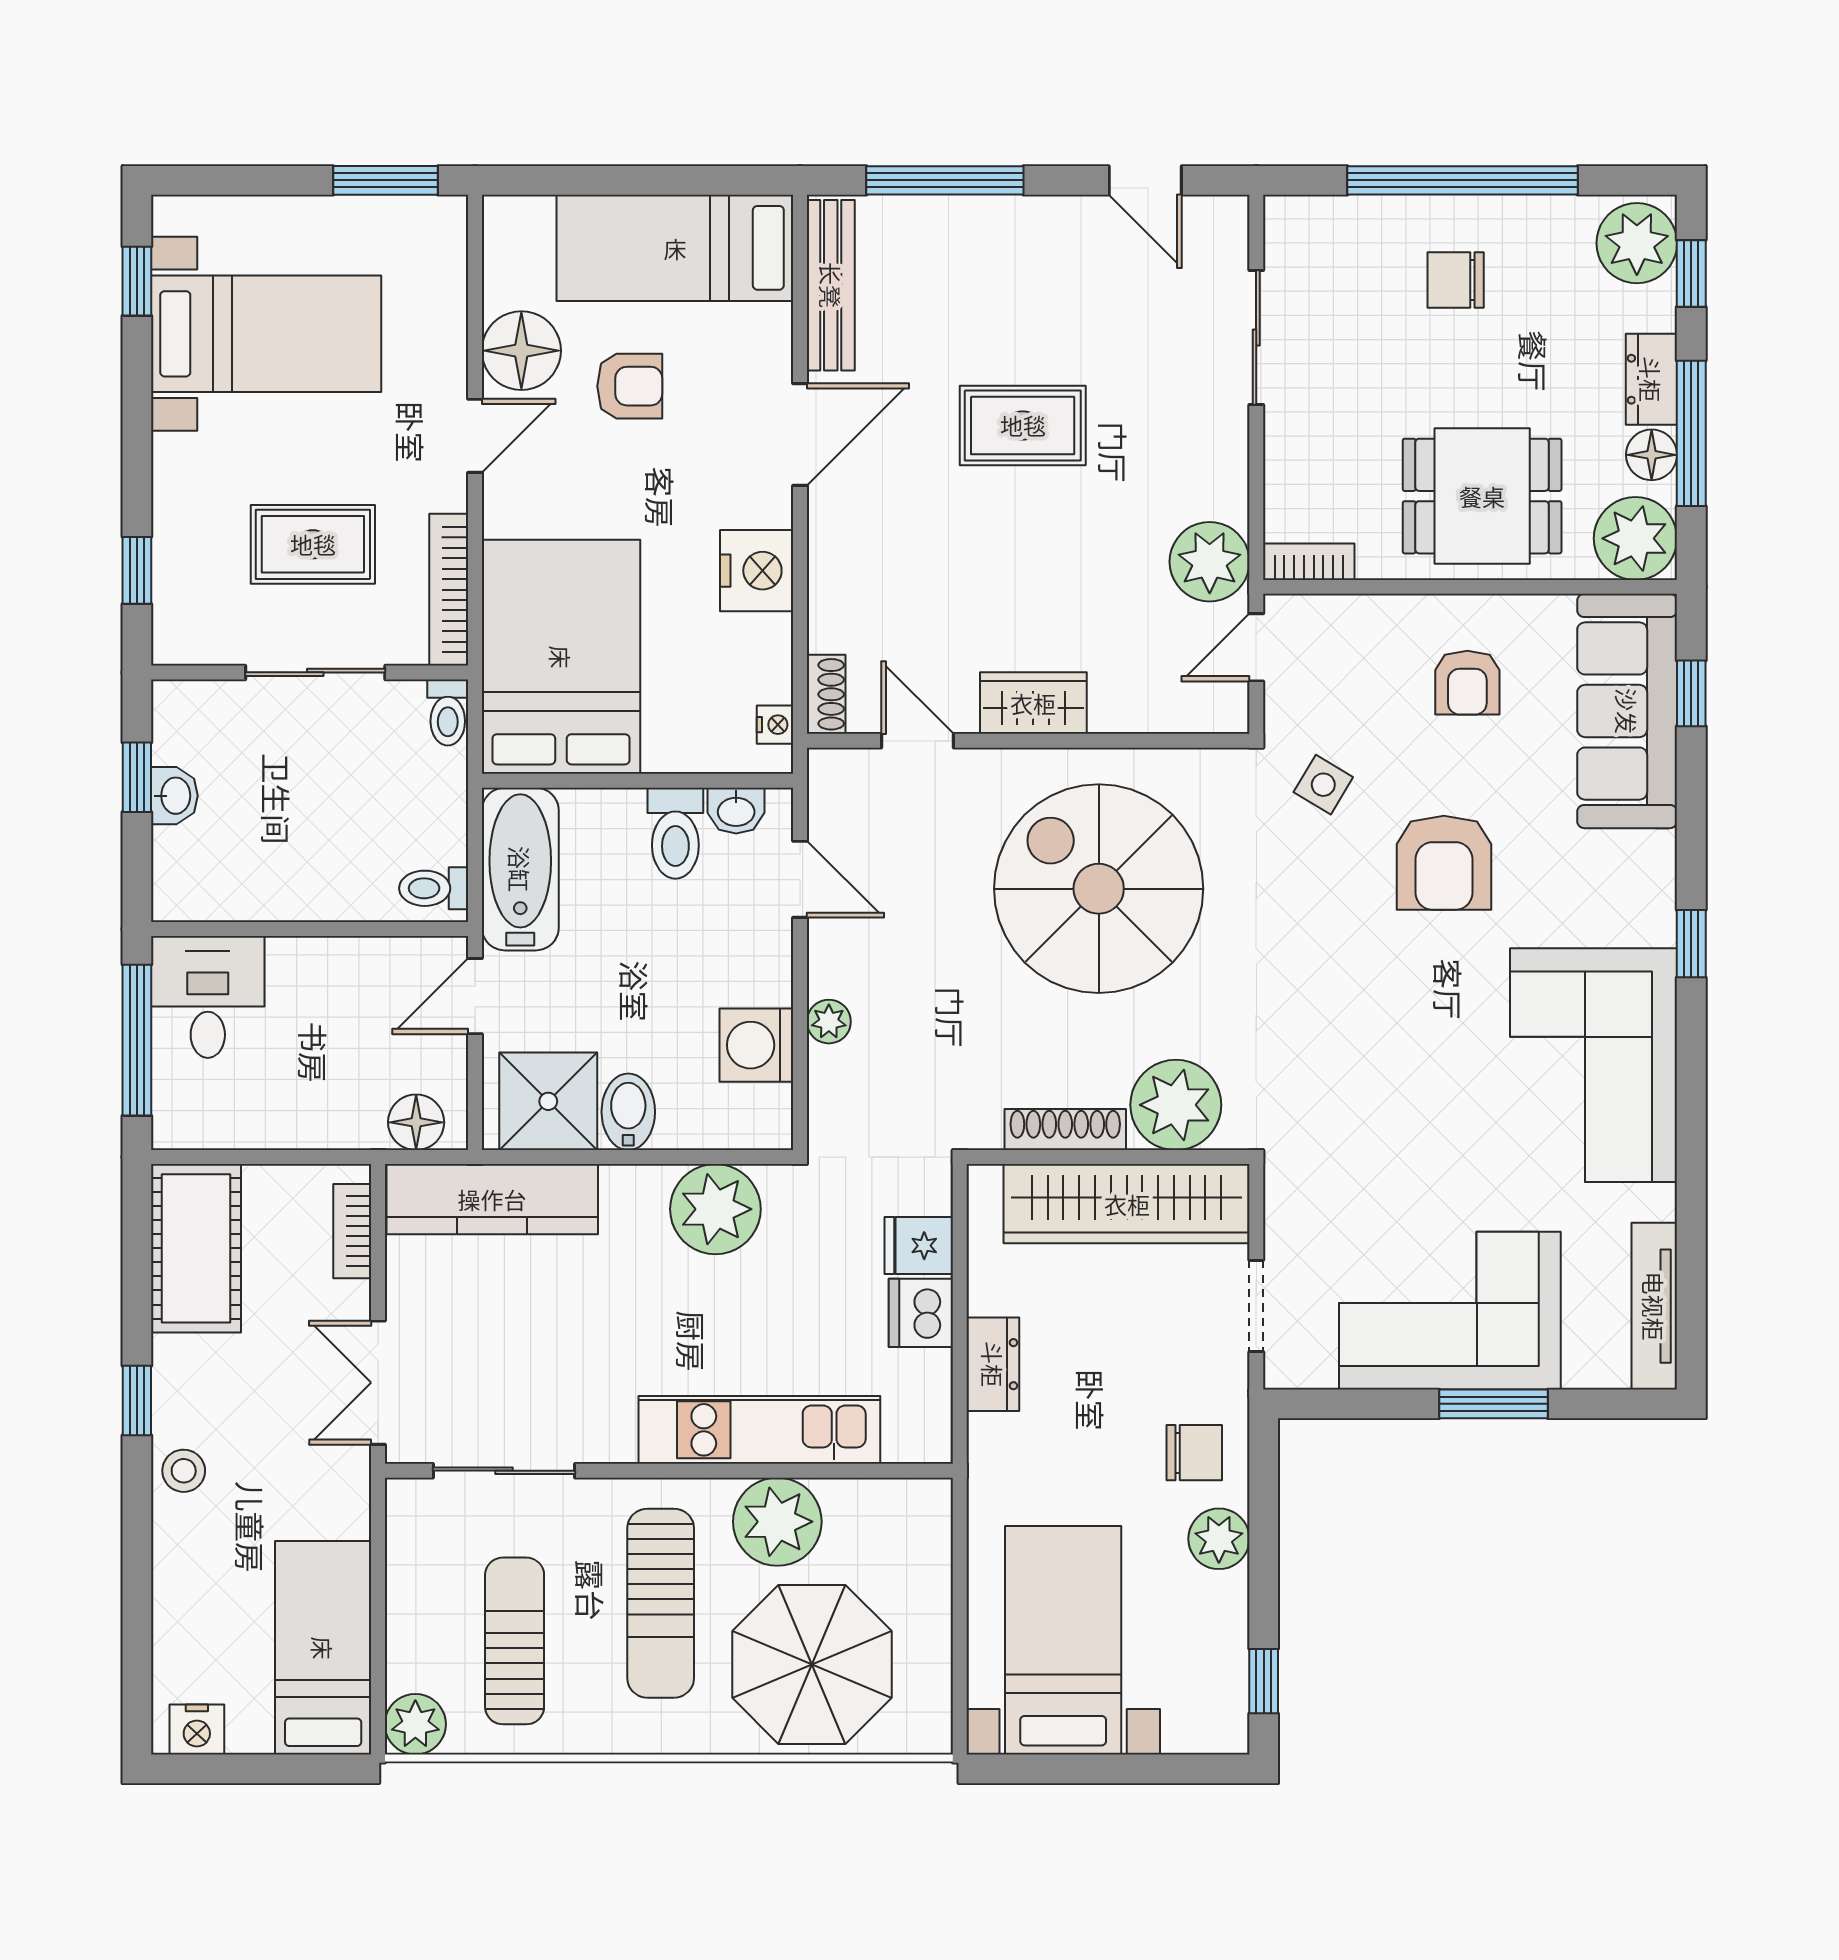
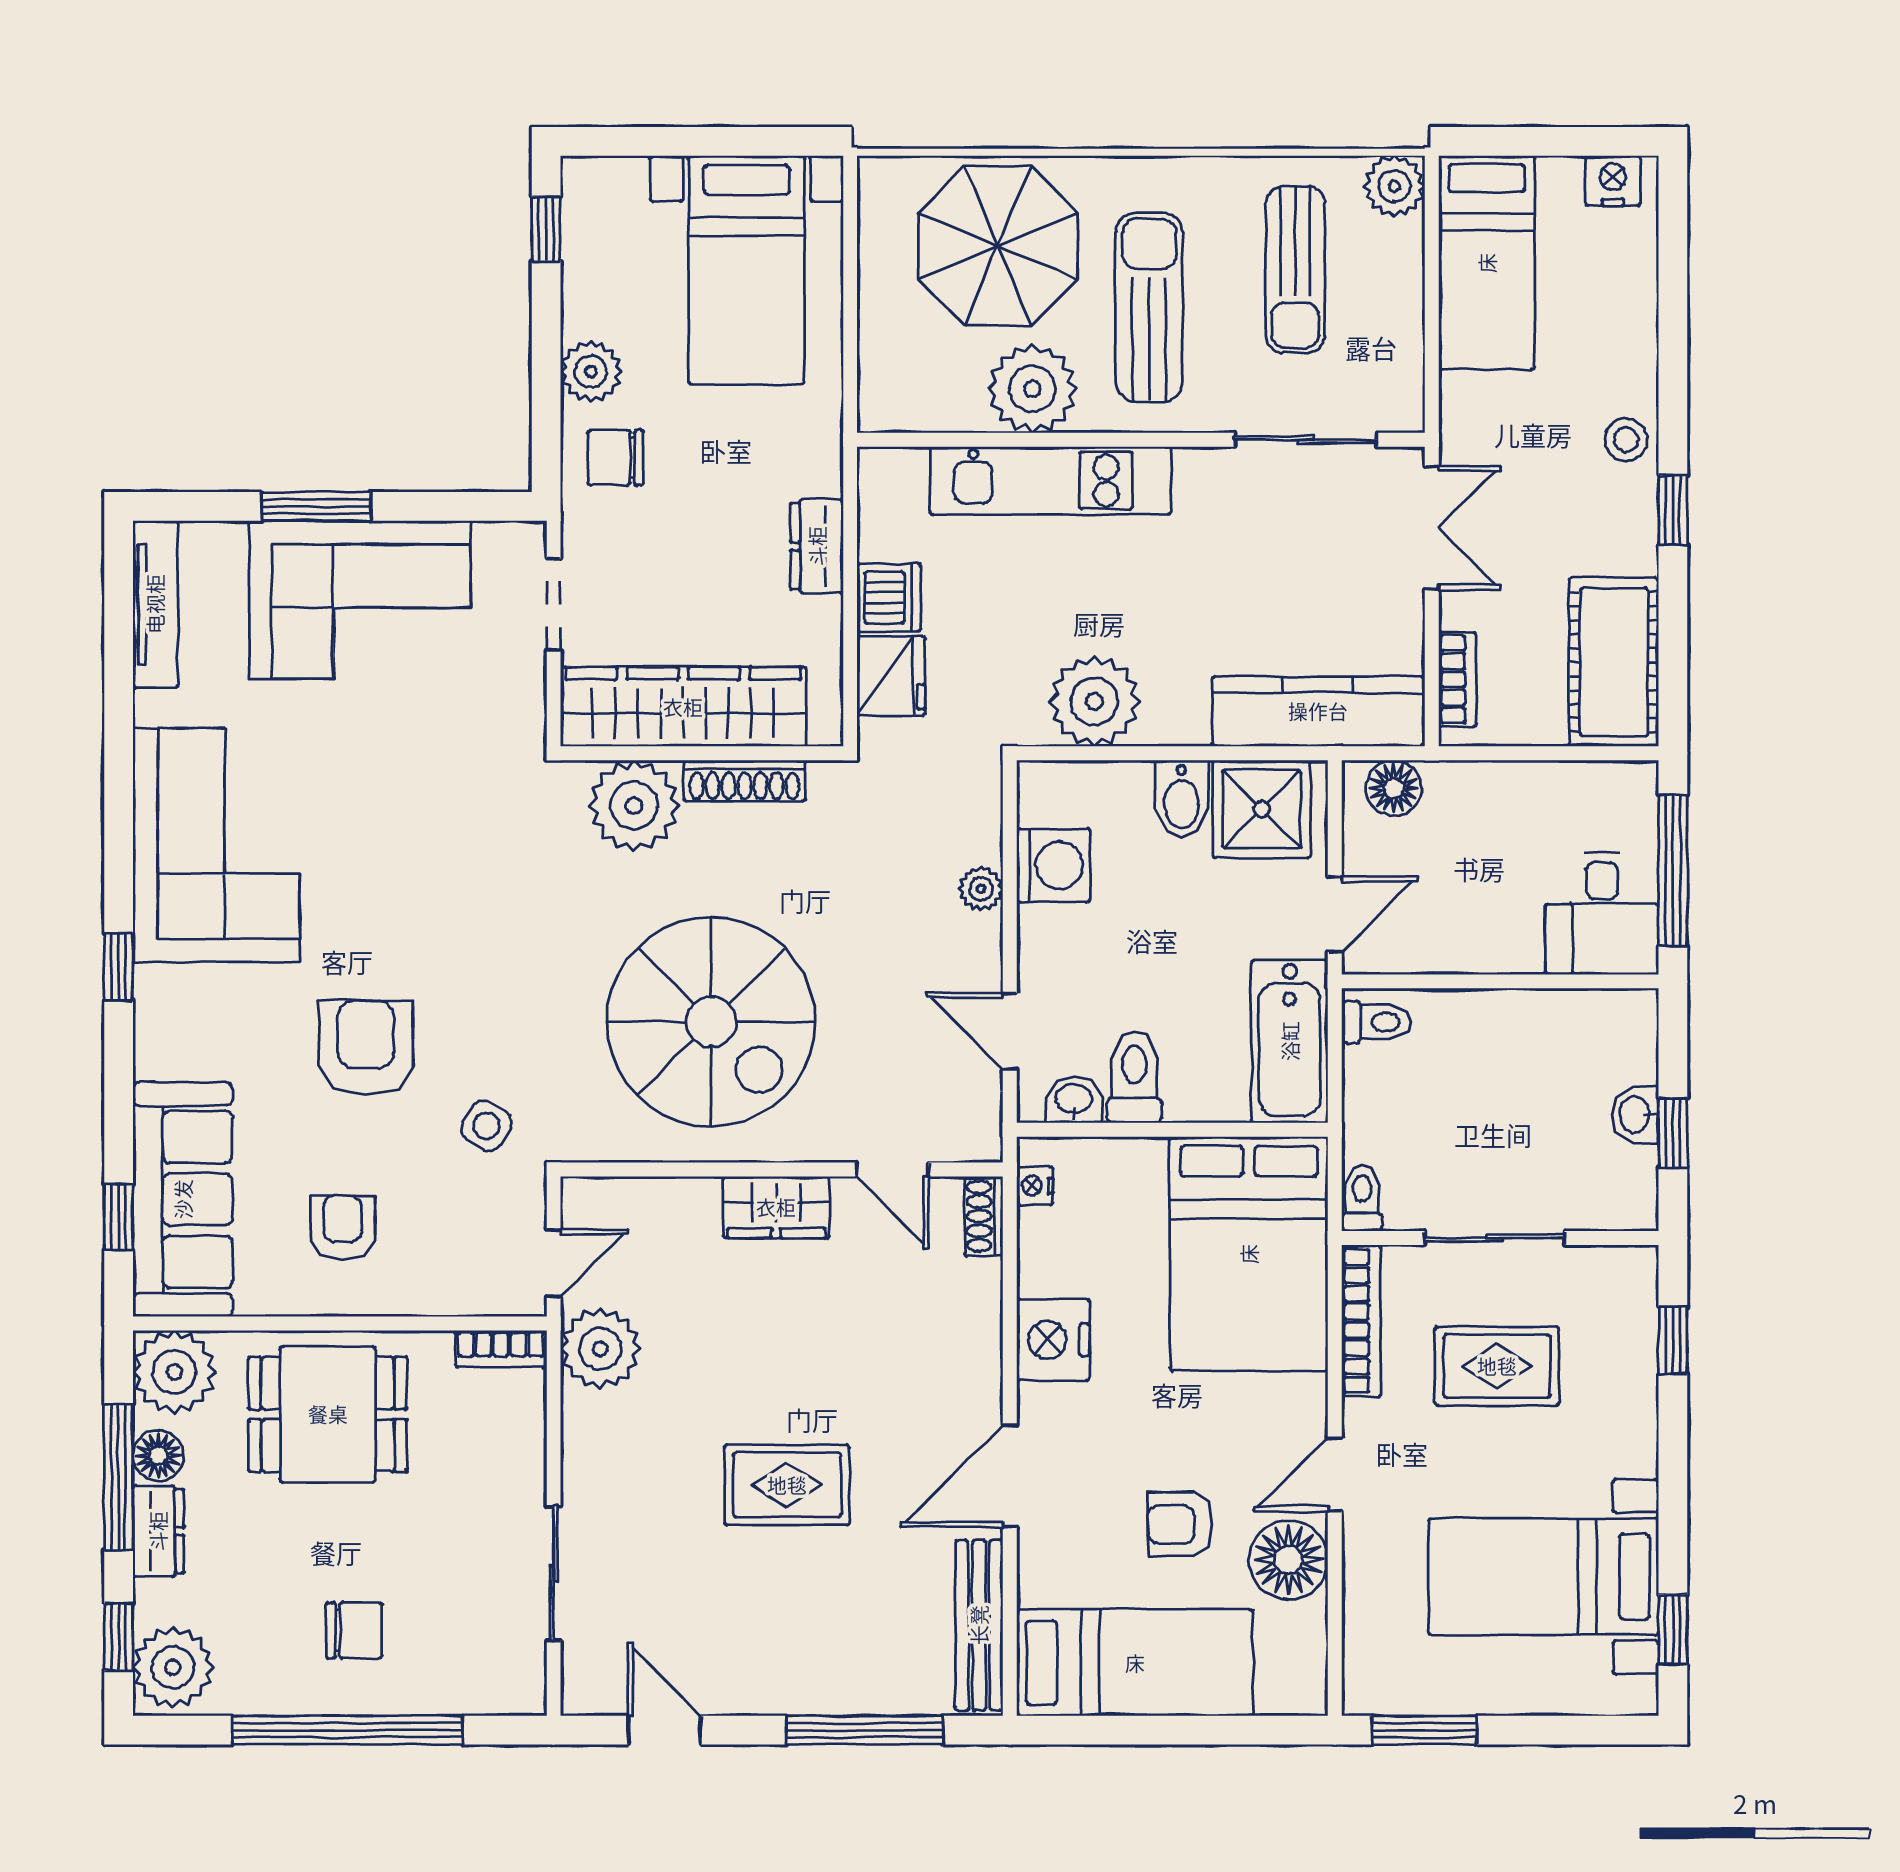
fridge: (919, 1246) -> (891, 676), width x1.38

